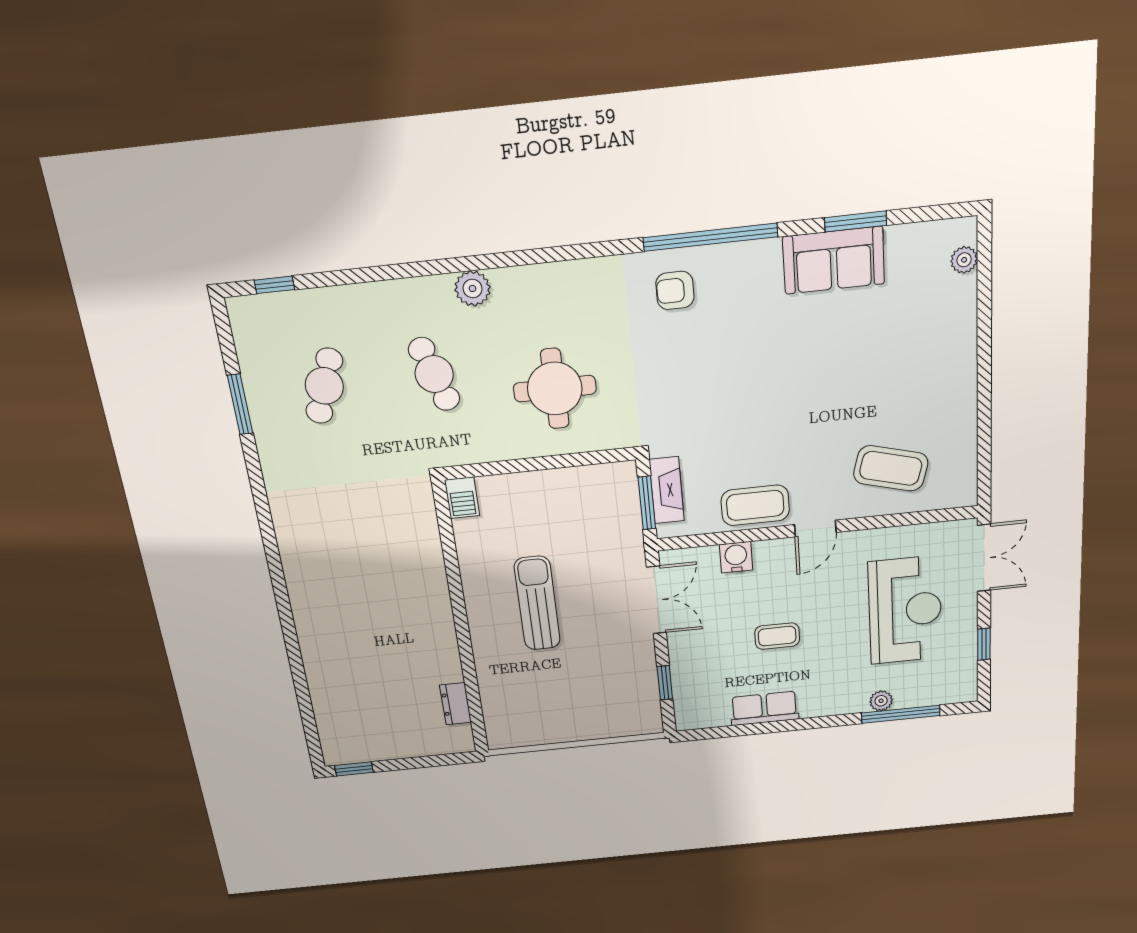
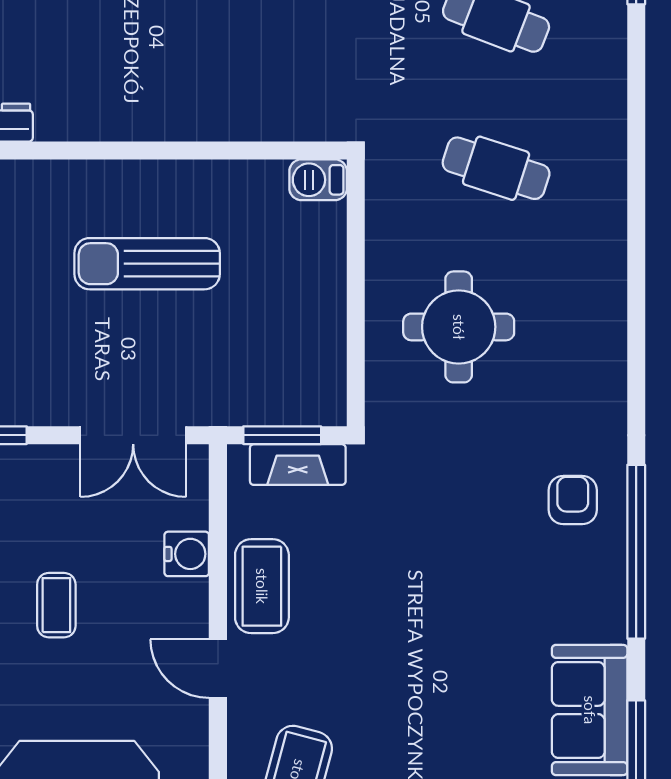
plant: (473, 288) -> (604, 236), removed
cafe table: (434, 374) -> (496, 168), turned 36
sun lounger: (537, 603) -> (147, 264), turned 180

